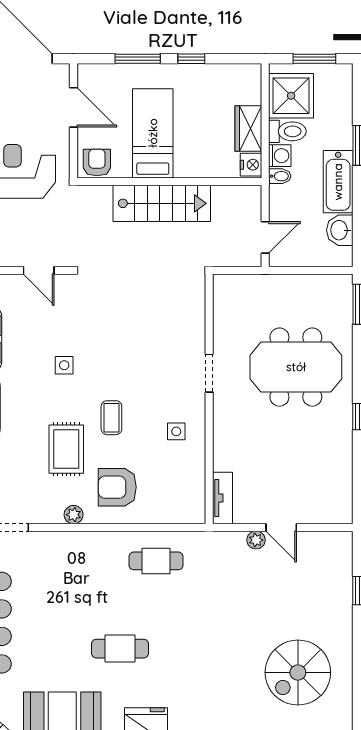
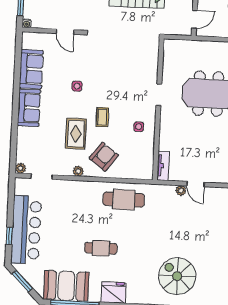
armchair: (117, 487) -> (104, 157), turned 127
cafe table: (156, 561) -> (124, 200), width x1.37, depth x1.35
spiral stairs: (298, 673) -> (177, 276), moved, turned 90

